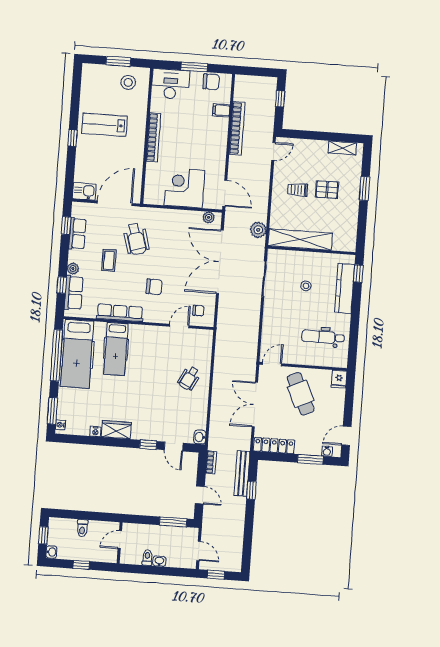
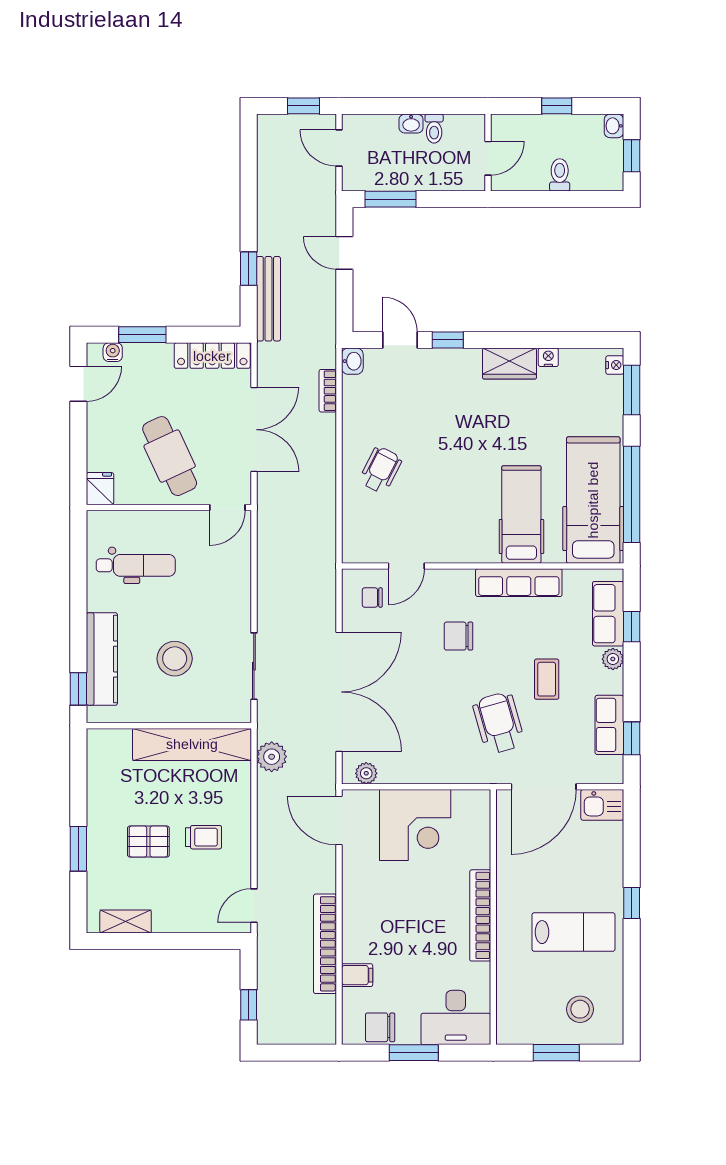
stool: (128, 82) -> (580, 1009), moved
stool: (306, 286) -> (175, 659), width x1.89, depth x1.89
bookcase: (211, 462) -> (328, 391), moved

